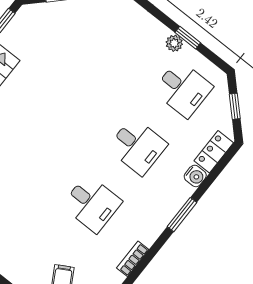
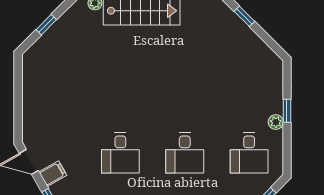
window: (188, 38) -> (287, 111), moved

